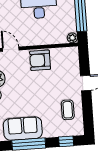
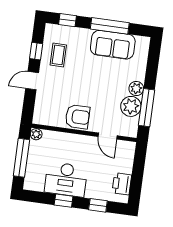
window: (87, 109) -> (36, 51), added

